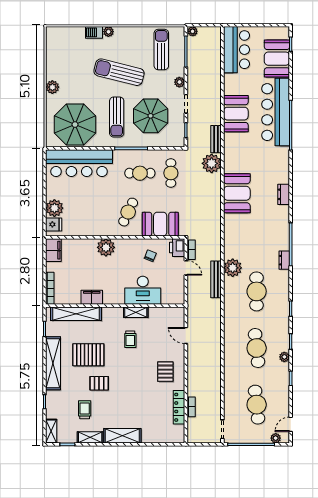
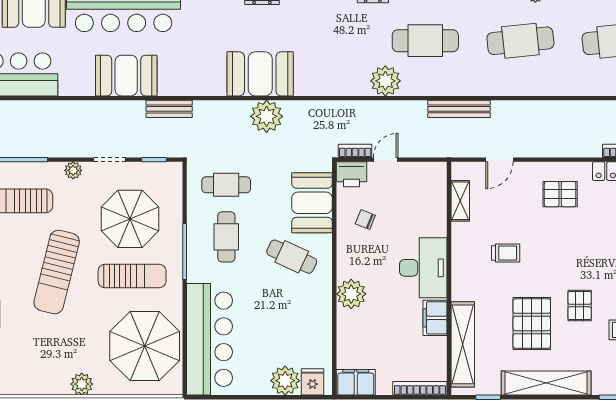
plant: (212, 163) -> (267, 116), moved
bench: (216, 279) -> (459, 109), moved
desk: (143, 290) -> (423, 268), moved
shelving: (136, 312) -> (460, 201), moved

